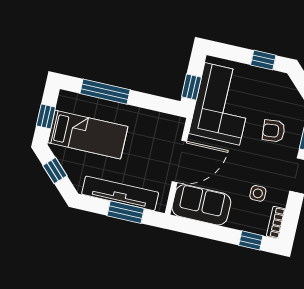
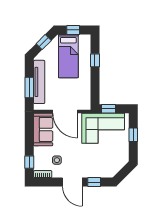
window: (263, 60) -> (133, 135), moved
window: (105, 92) -> (95, 60), width x0.46
armchair: (274, 131) -> (94, 161), removed

